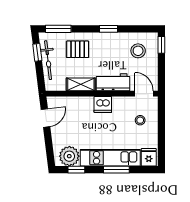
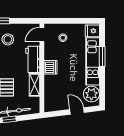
door: (45, 118) -> (77, 111), moved
window: (76, 170) -> (102, 88), removed

